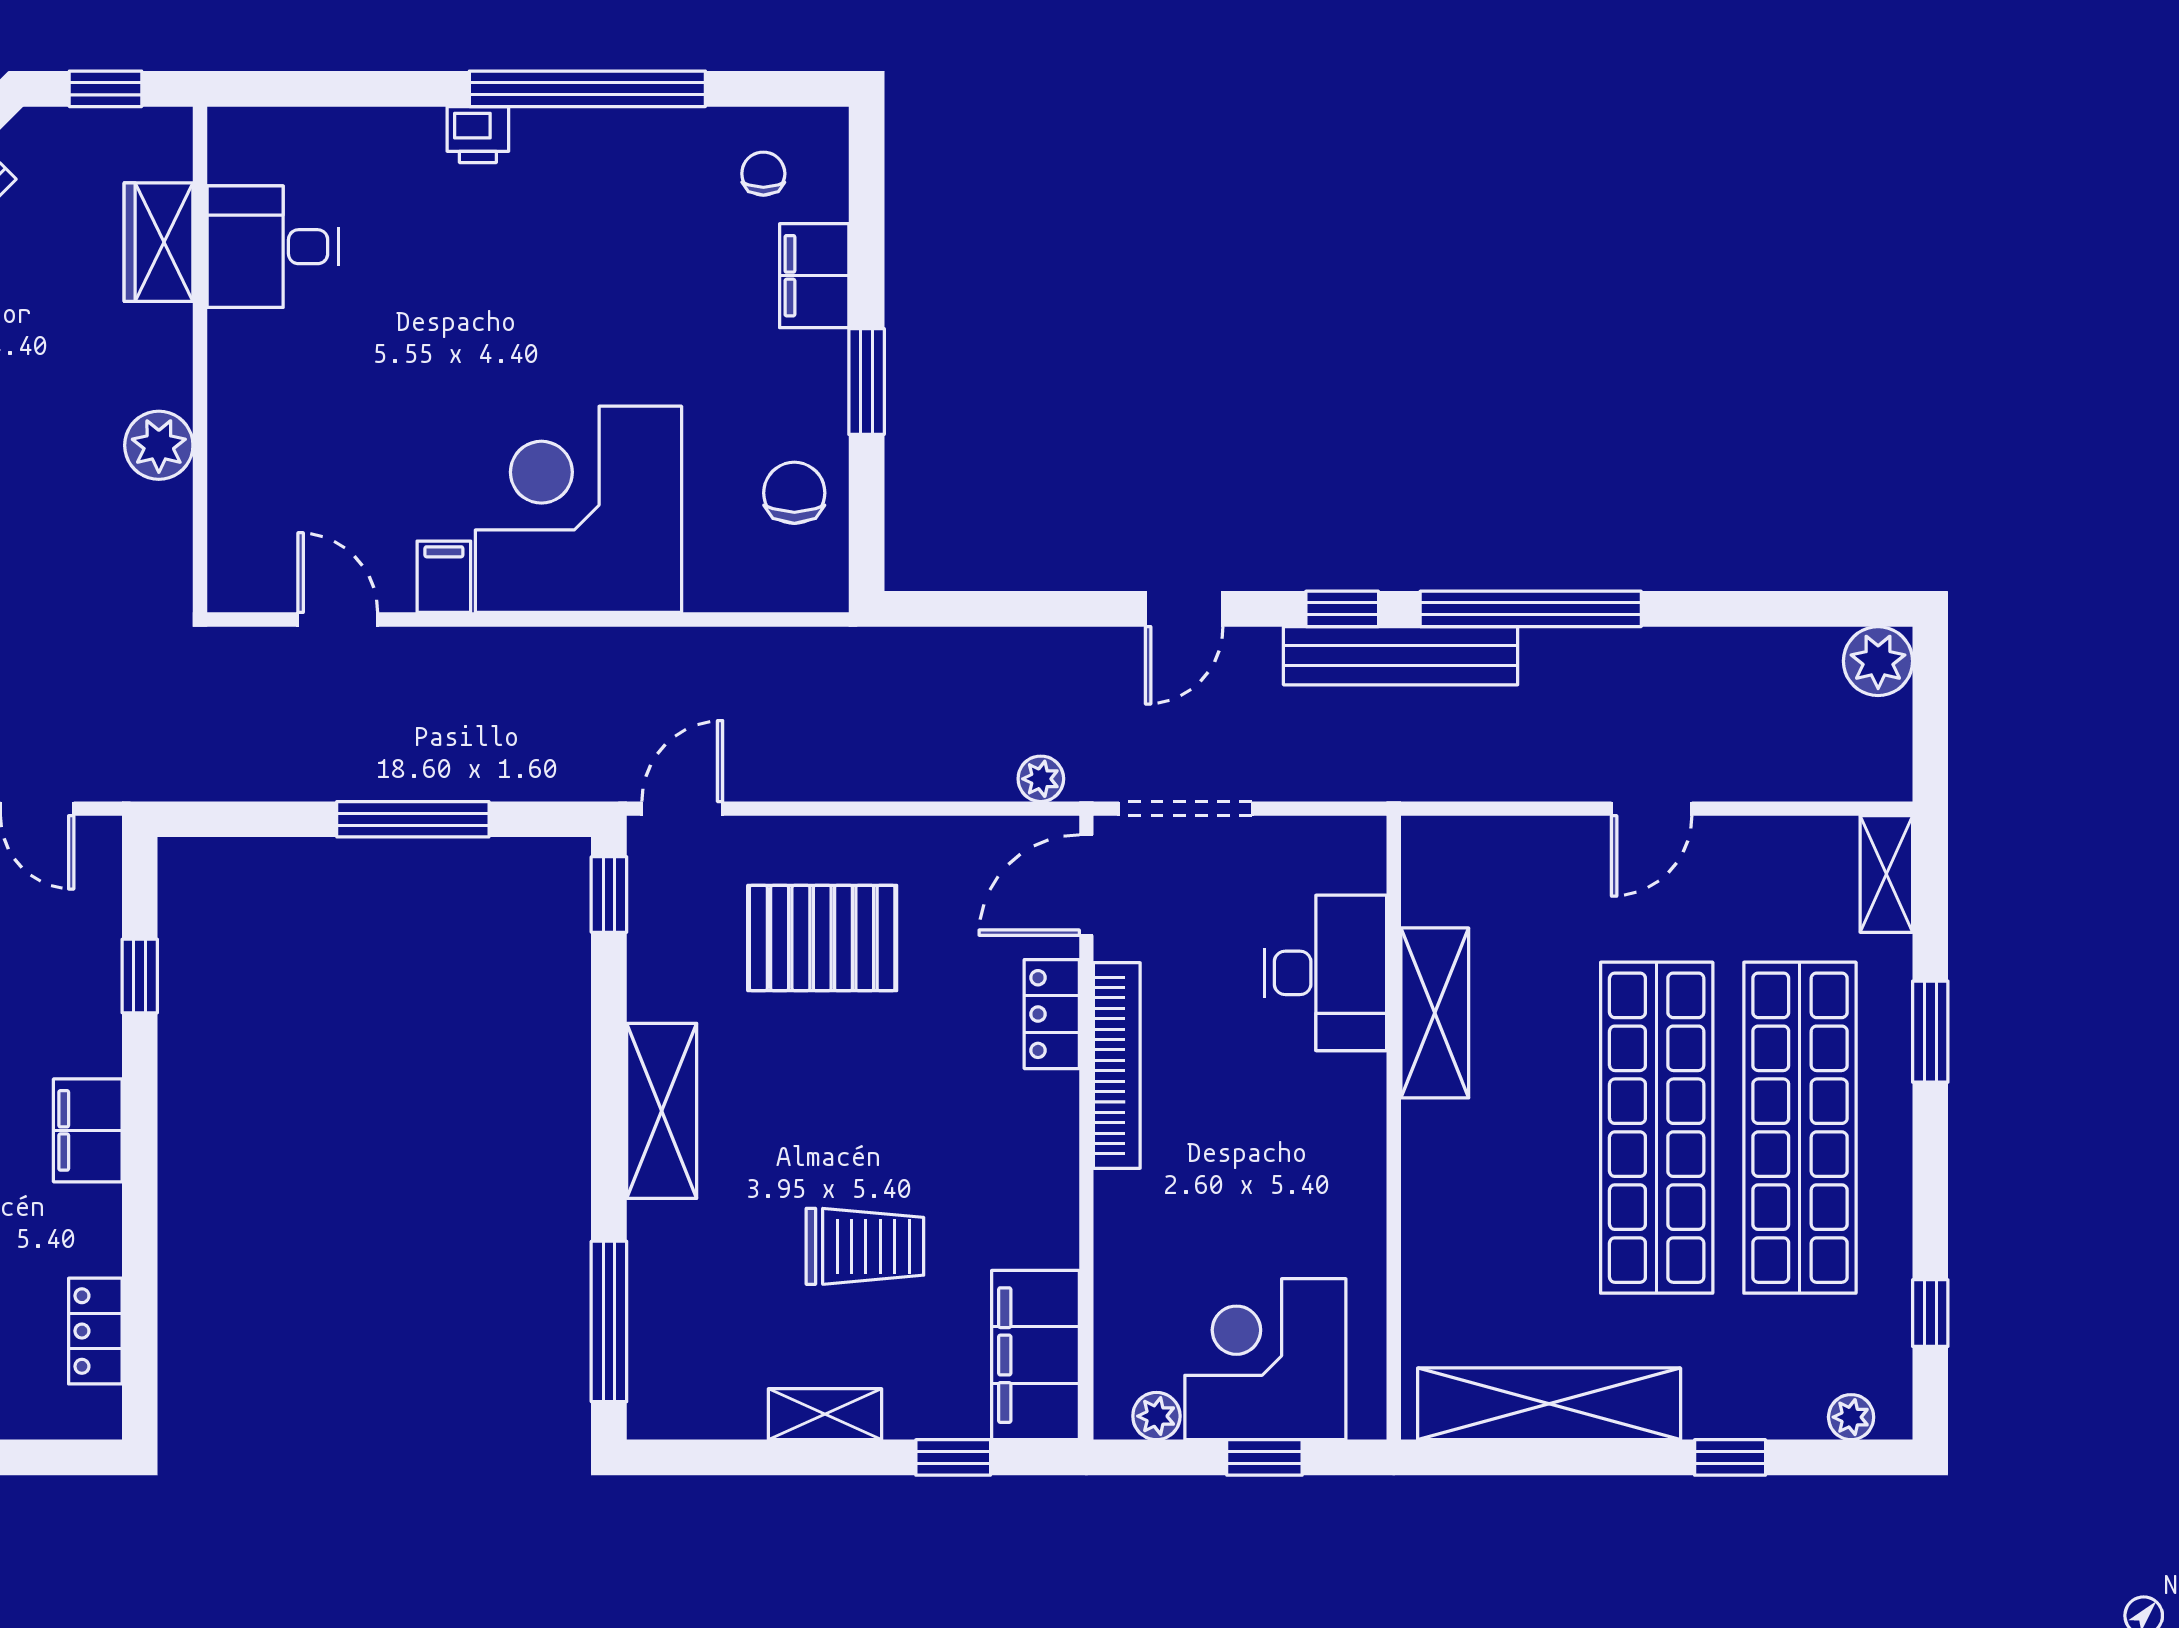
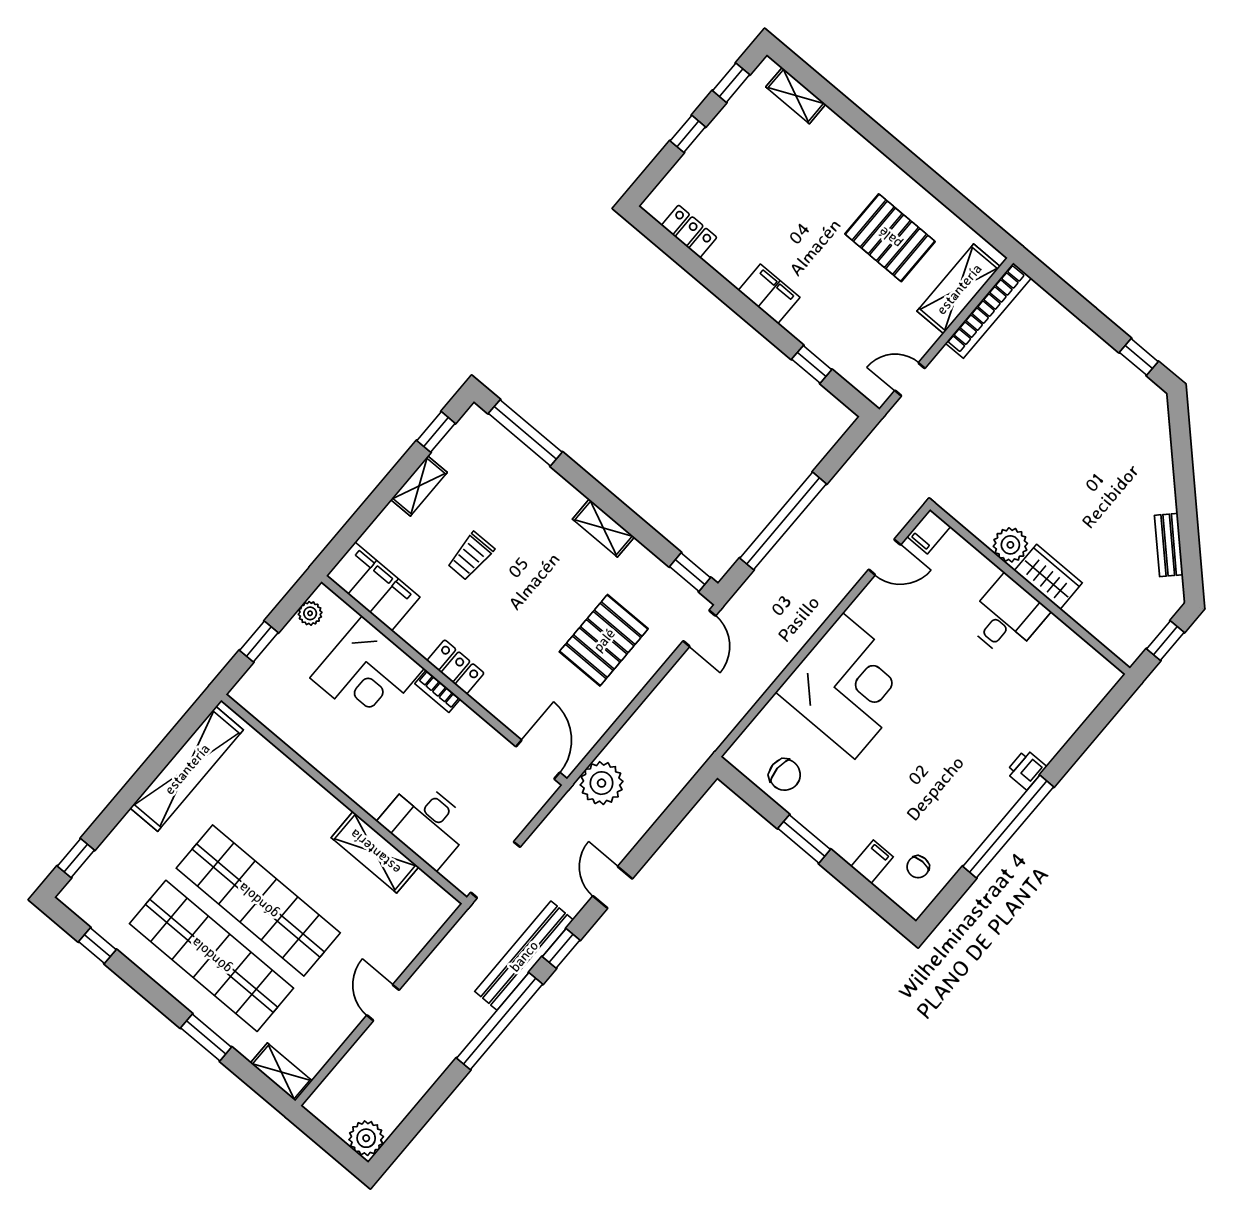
chair: (763, 174) -> (918, 867), turned 90
wardrobe: (159, 242) -> (1048, 577), moved
desk: (273, 247) -> (1007, 617), moved
filing cabinet: (814, 276) -> (872, 862), width x0.50
filing cabinet: (444, 577) -> (929, 531), moved, turned 90
plant: (1041, 779) -> (602, 783), width x1.87, depth x1.87
doorway: (1186, 809) -> (495, 870), moved
window: (413, 819) -> (783, 521), width x1.46
locker: (1052, 1014) -> (456, 667), moved
bookcase: (1117, 1066) -> (438, 691), width x0.43, depth x0.76
shelving: (662, 1111) -> (603, 528), width x0.67, depth x0.75
trolley: (865, 1246) -> (471, 556), width x0.73, depth x0.72
corner desk: (1265, 1359) -> (367, 673), moved, turned 90
plant: (1851, 1417) -> (83, 881), removed
window: (953, 1457) -> (436, 432), moved
window: (1730, 1457) -> (76, 858), moved

